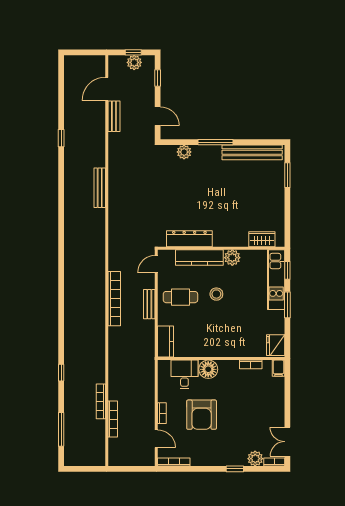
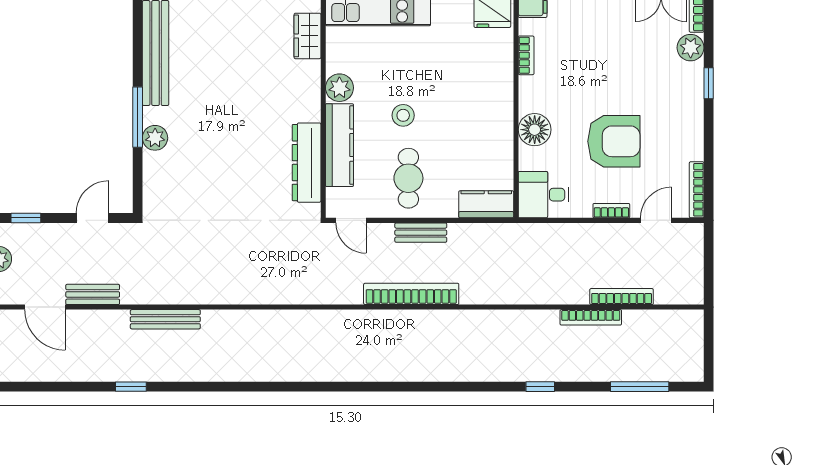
plant: (184, 152) -> (155, 138), moved
bench: (100, 188) -> (165, 319), moved
desk: (184, 374) -> (543, 195), moved

